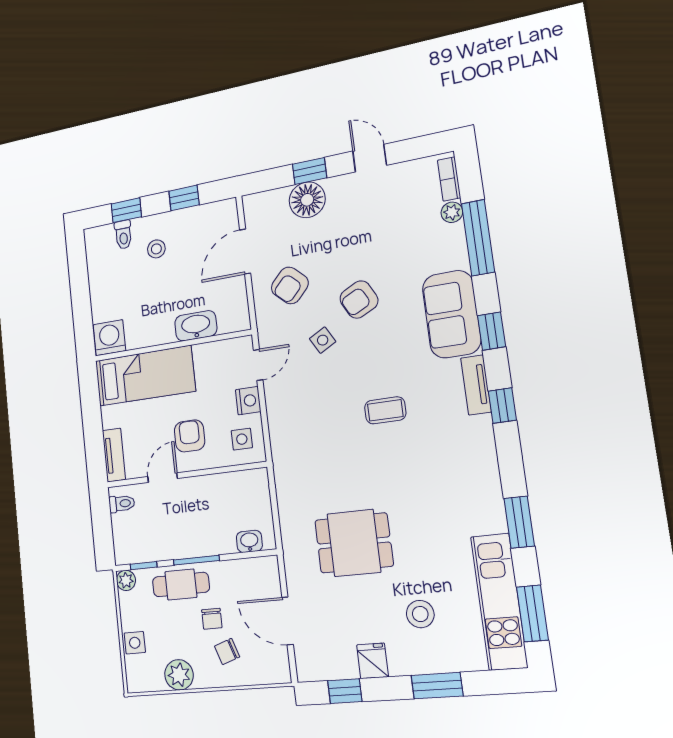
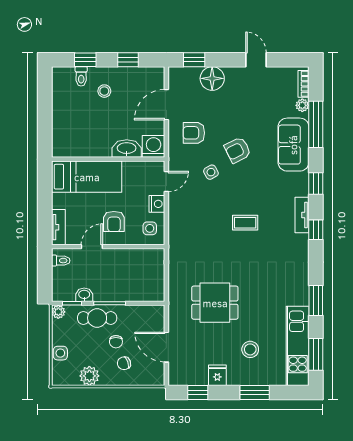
window: (309, 171) -> (194, 60), moved
armchair: (290, 285) -> (194, 133), turned 47
sofa: (452, 314) -> (293, 145), moved
washing machine: (109, 338) -> (154, 146), moved
armchair: (190, 436) -> (114, 221), turned 180
washbasin: (249, 541) -> (84, 295), moved

